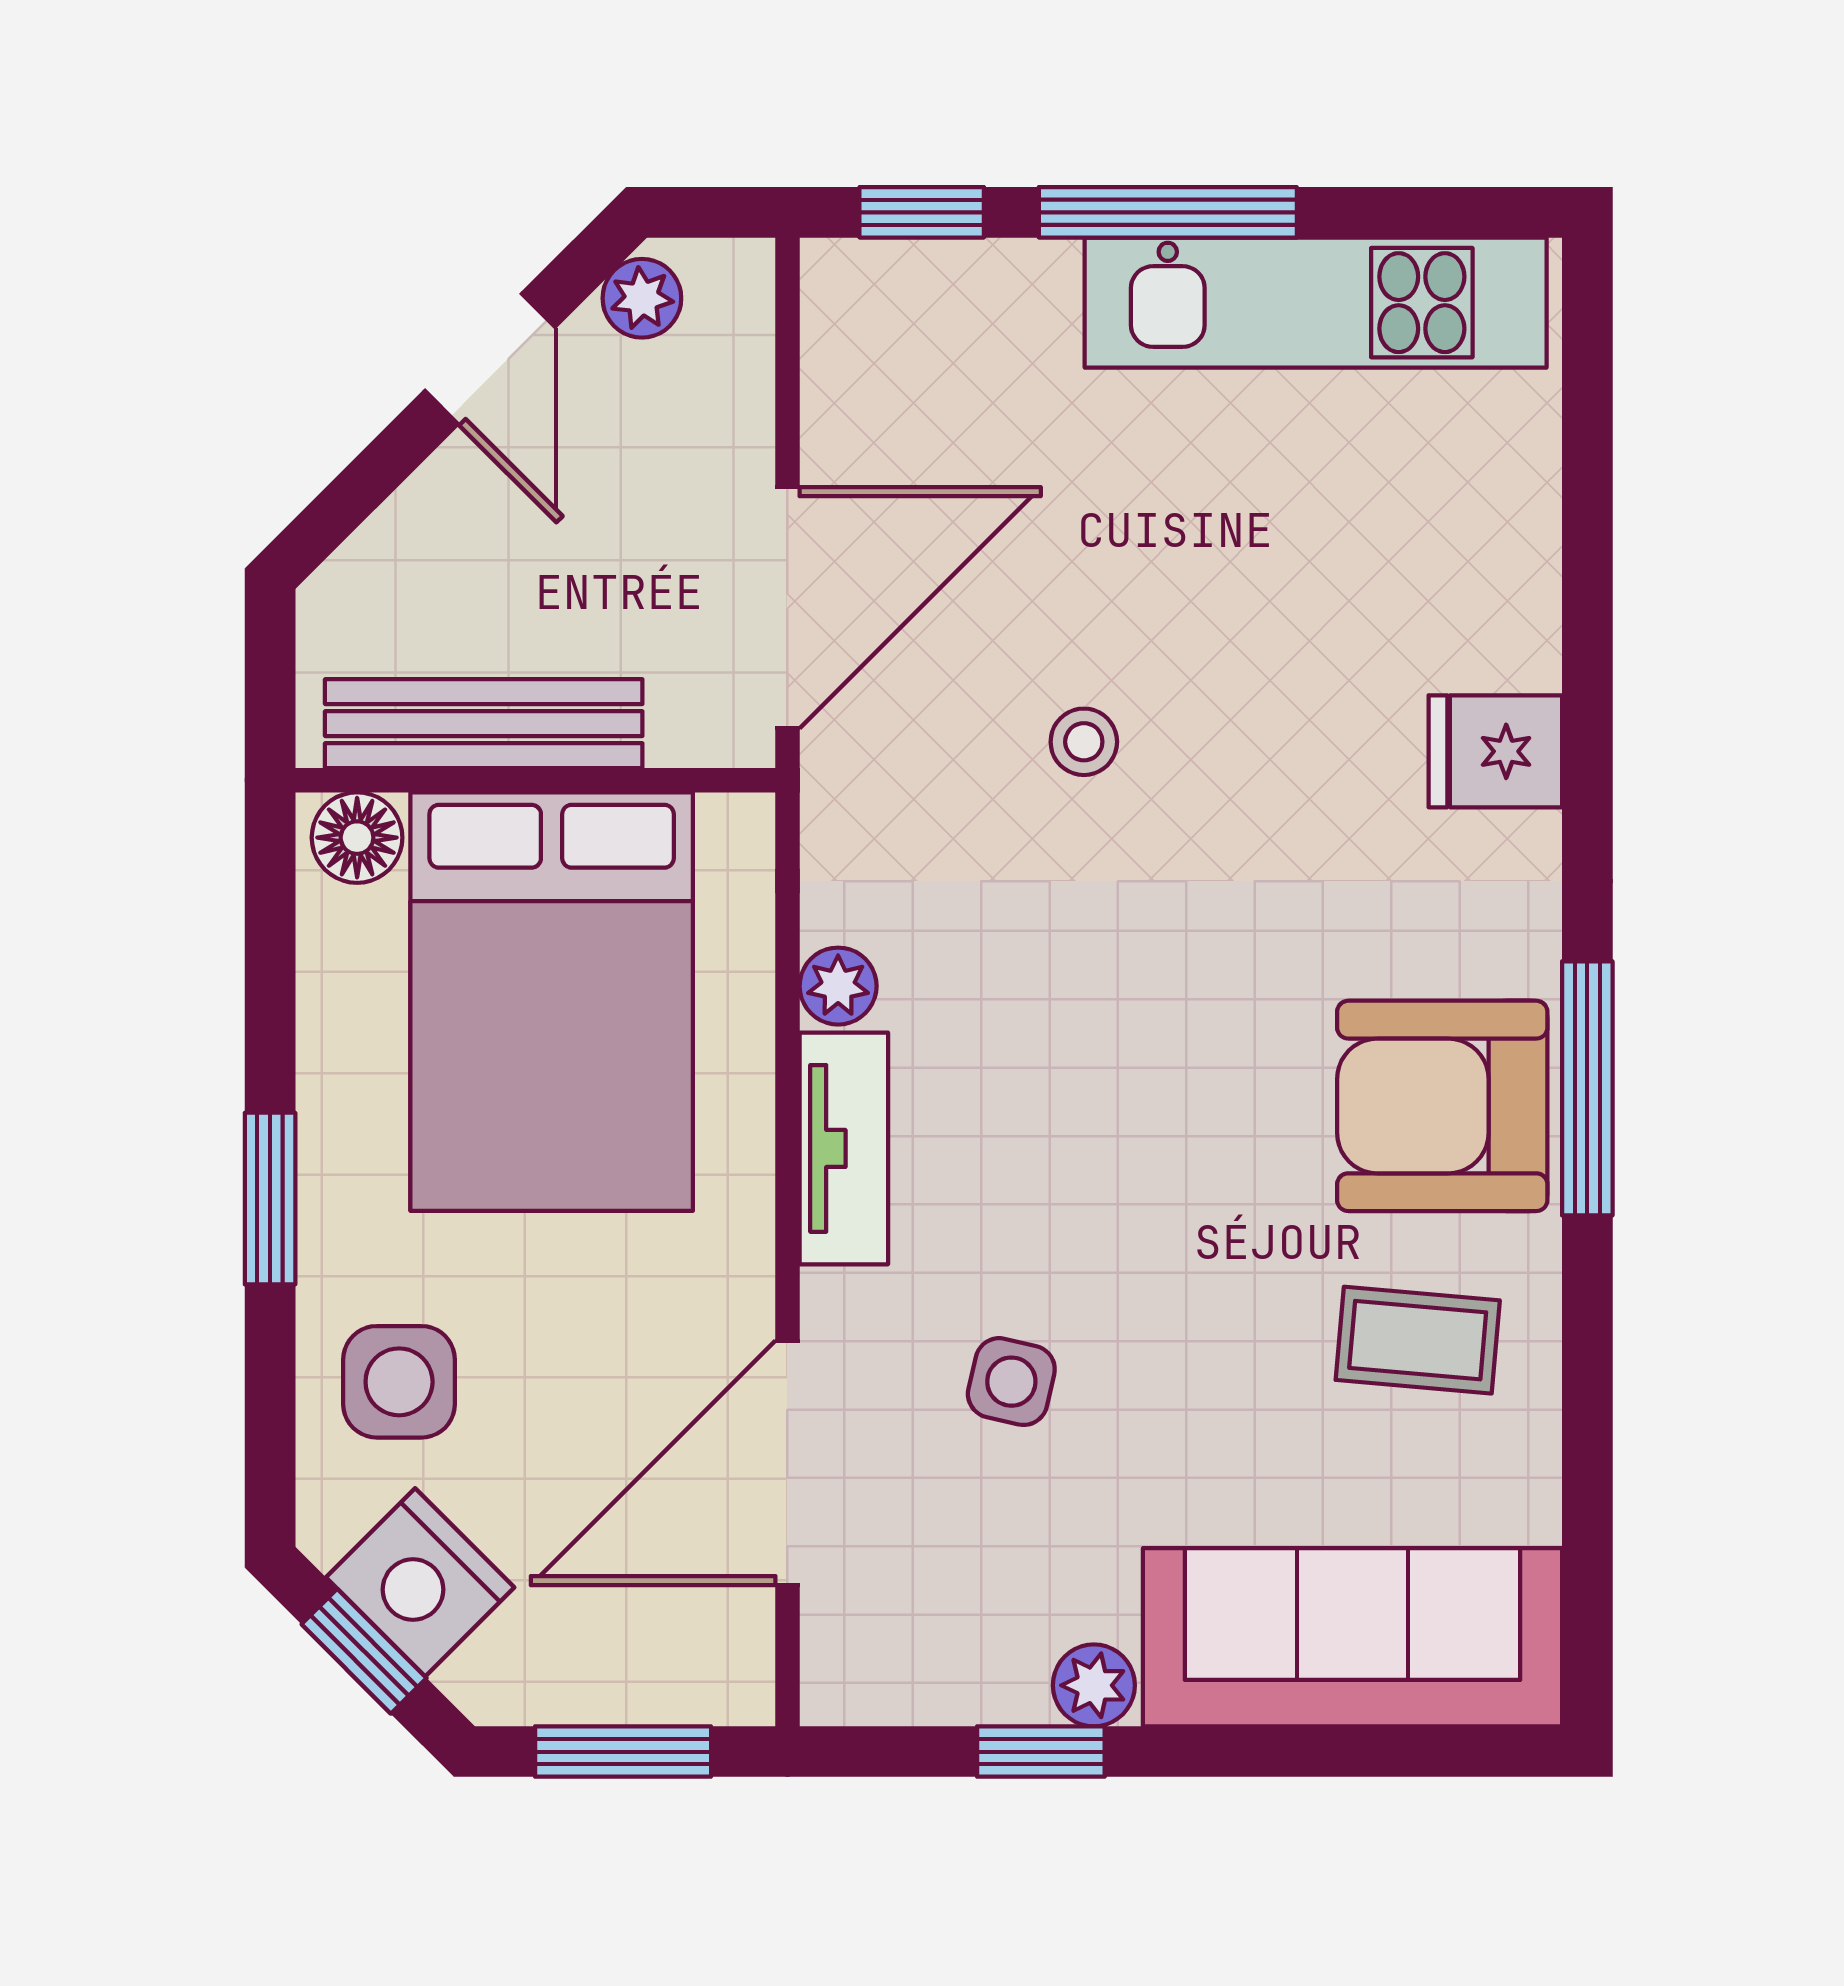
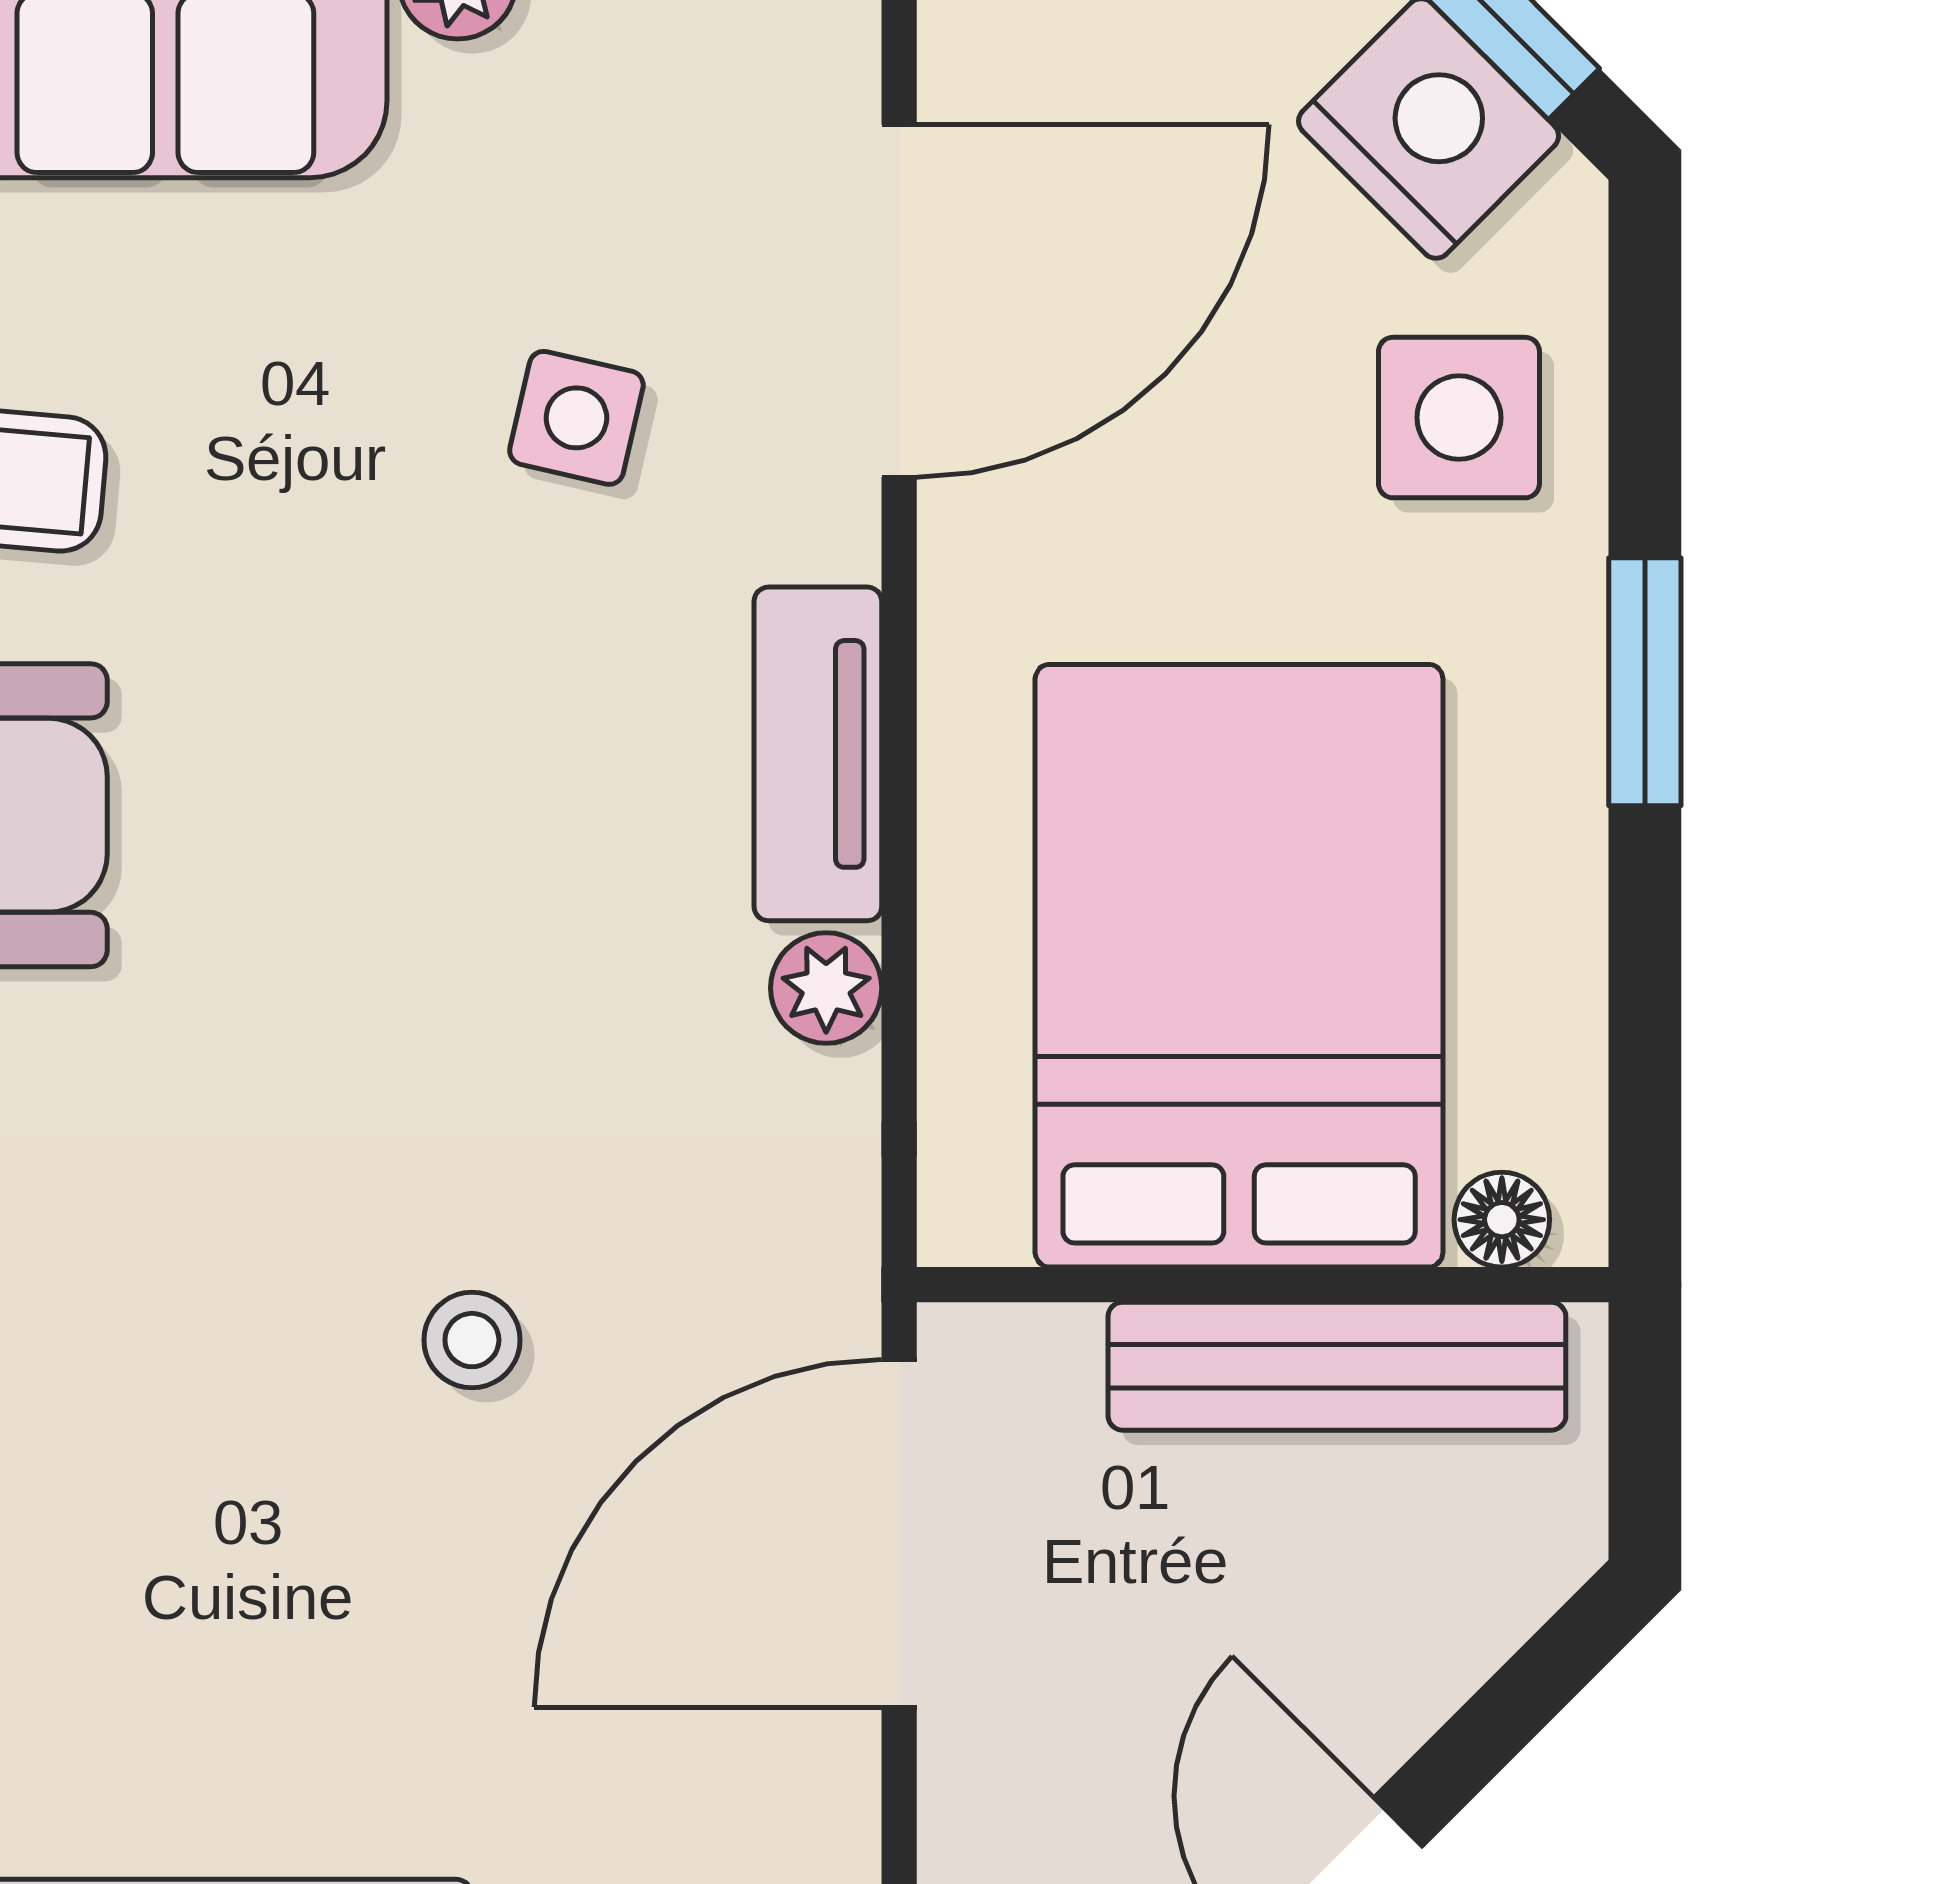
floor lamp: (357, 838) -> (1502, 1220), width x0.73, depth x0.73

